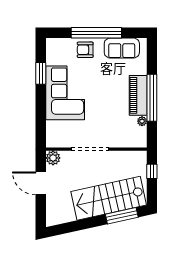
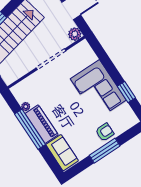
window: (96, 33) -> (105, 151), width x0.68
sofa: (122, 48) -> (62, 153), moved, turned 90

